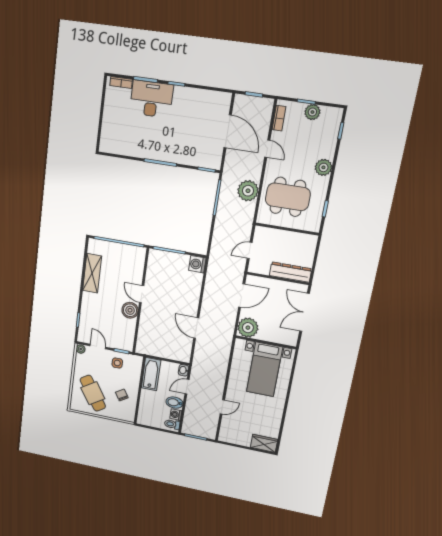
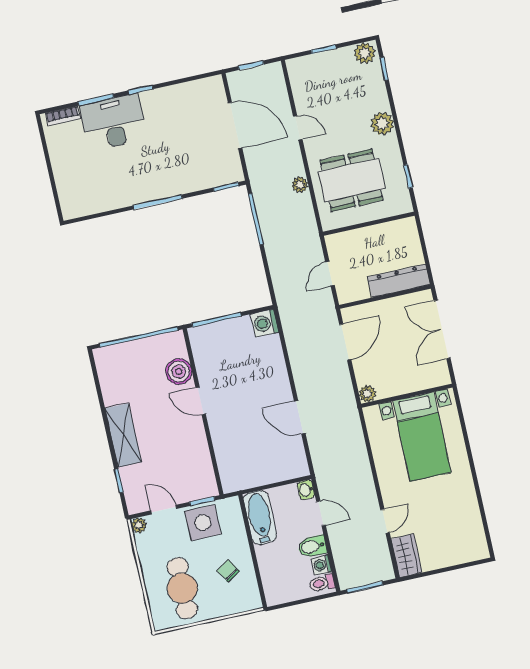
plant: (312, 112) -> (365, 53), moved
bookcase: (279, 118) -> (297, 83), removed
plant: (248, 191) -> (300, 185), width x0.53, depth x0.53
shelving: (92, 273) -> (123, 435), moved
boiler: (130, 310) -> (179, 371), moved
plant: (248, 328) -> (367, 394), width x0.53, depth x0.53
side table: (117, 363) -> (203, 523), width x1.87, depth x1.87
door: (187, 387) -> (321, 513), swing flipped
cafe table: (93, 393) -> (182, 588), turned 33
wardrobe: (264, 443) -> (407, 556), moved, turned 90

